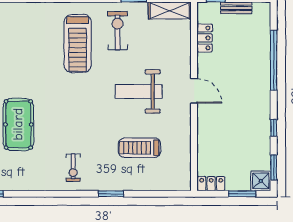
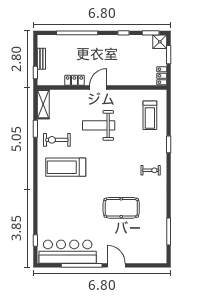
locker: (205, 38) -> (74, 80), moved
treadmill: (78, 43) -> (66, 167), turned 180
weight bench: (139, 91) -> (99, 125), turned 90
treadmill: (139, 148) -> (150, 115), moved

